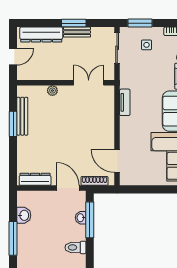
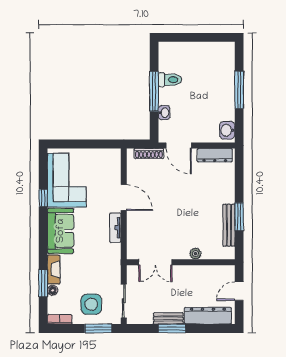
side table: (147, 45) -> (91, 304), width x1.87, depth x1.87
tv unit: (125, 102) -> (115, 228), moved
door: (117, 161) -> (124, 198), moved
washbasin: (24, 215) -> (227, 130), moved
window: (90, 220) -> (154, 91), moved

